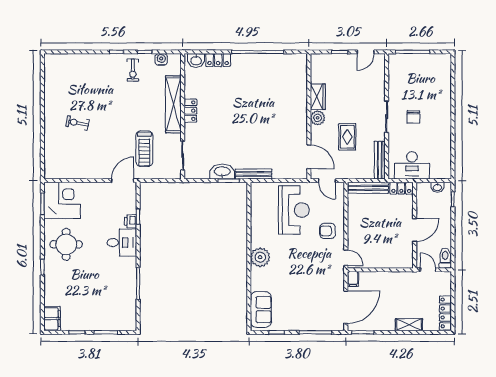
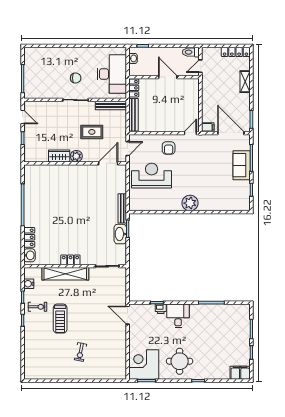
treadmill: (144, 149) -> (60, 319), moved, turned 90
desk: (412, 165) -> (112, 74), width x1.36, depth x1.30
sofa: (261, 310) -> (242, 165), moved, turned -90

